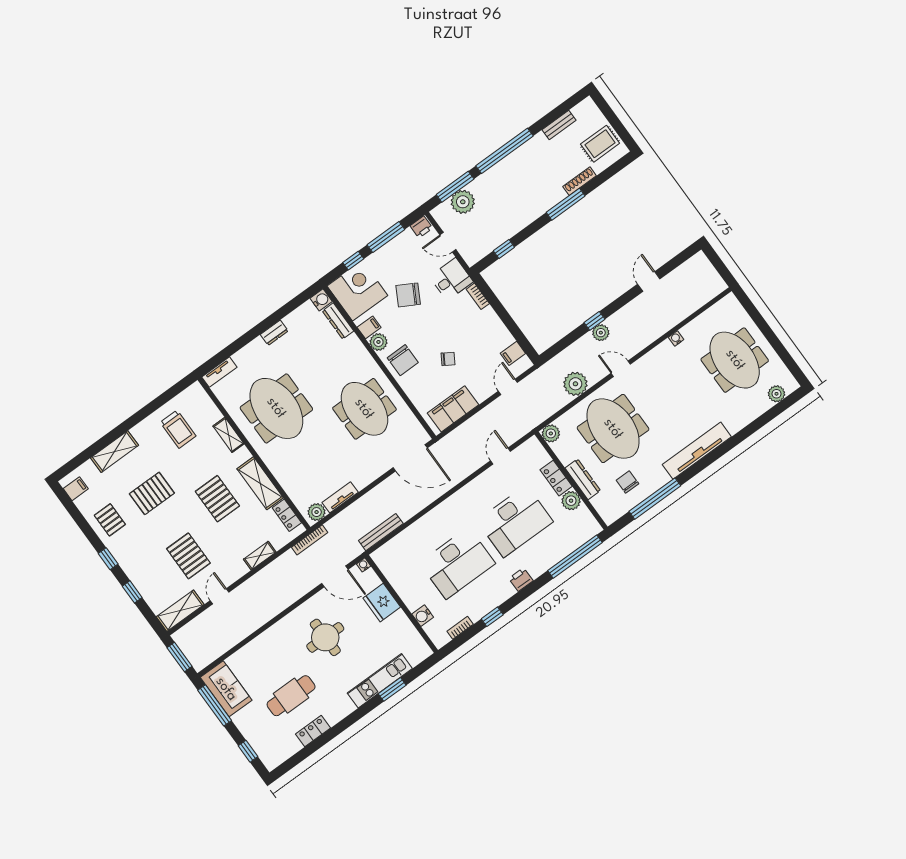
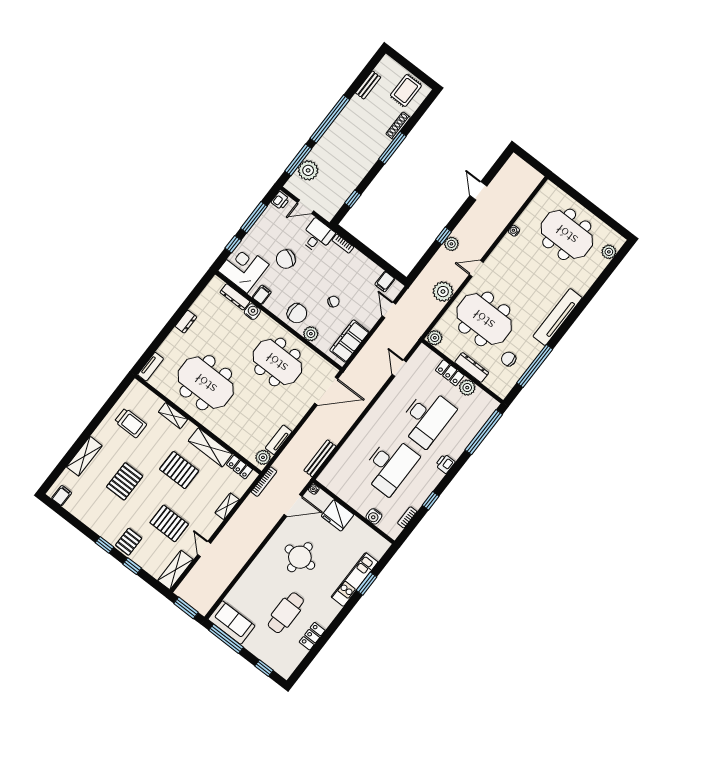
water cooler: (321, 300) -> (252, 312), moved
plant: (378, 342) -> (311, 334), moved
pallet: (110, 520) -> (129, 542), moved, turned 90

